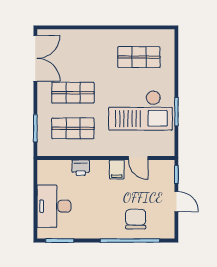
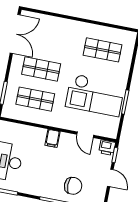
printer: (81, 168) -> (107, 148), moved
filing cabinet: (117, 169) -> (53, 138), moved
chair: (136, 219) -> (73, 186), turned 90

